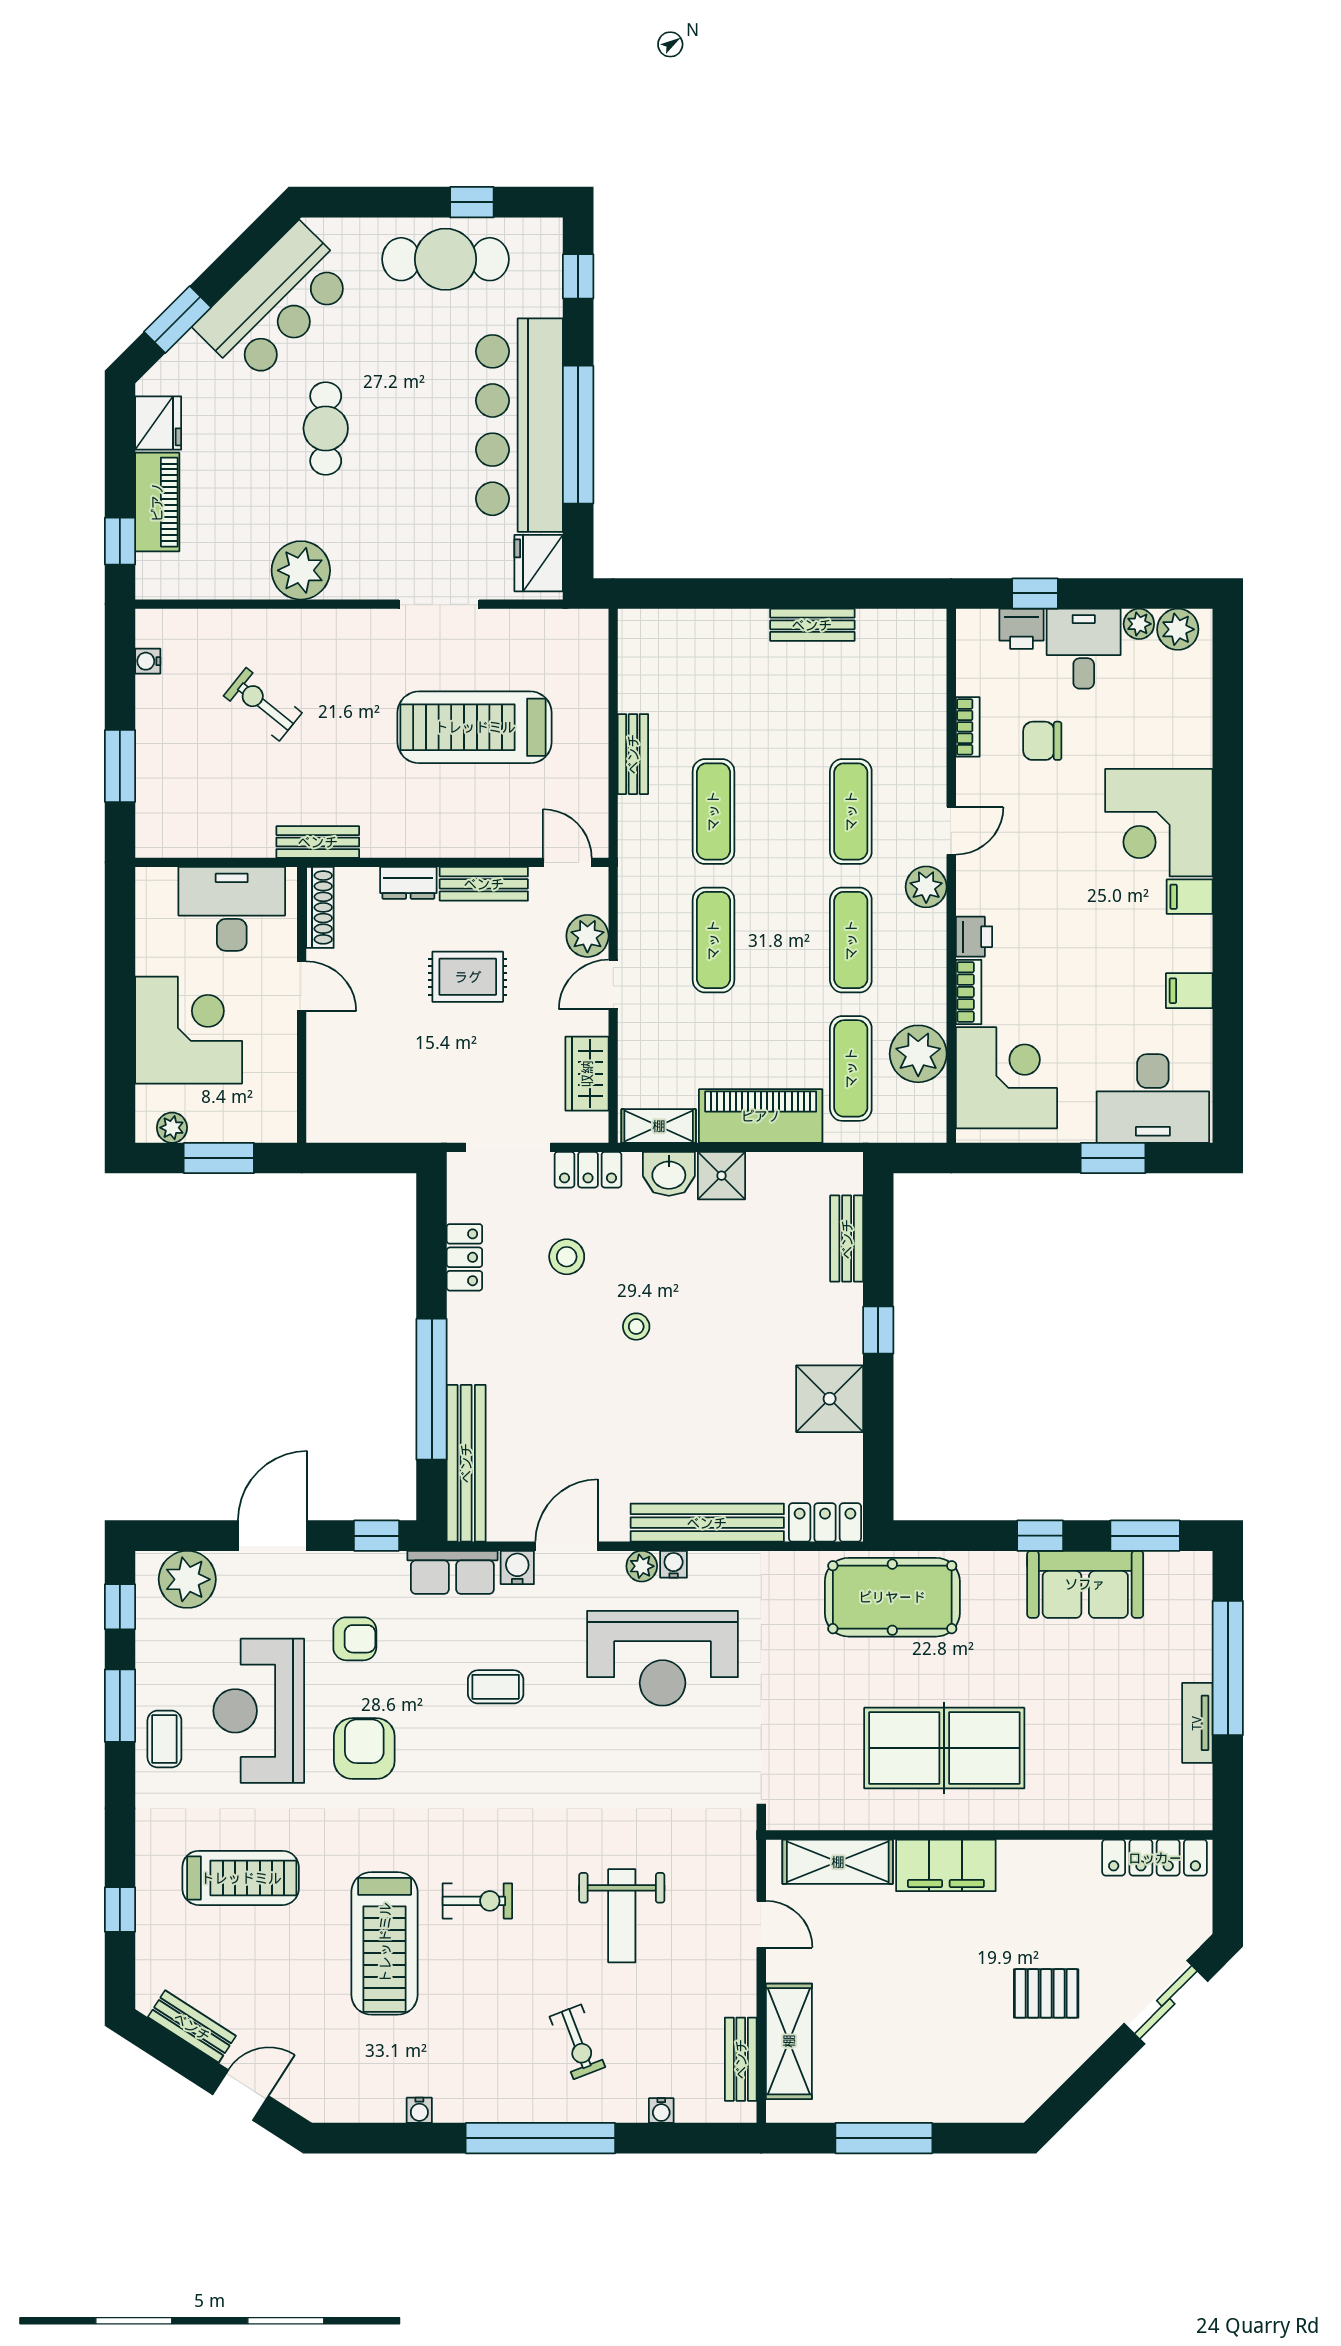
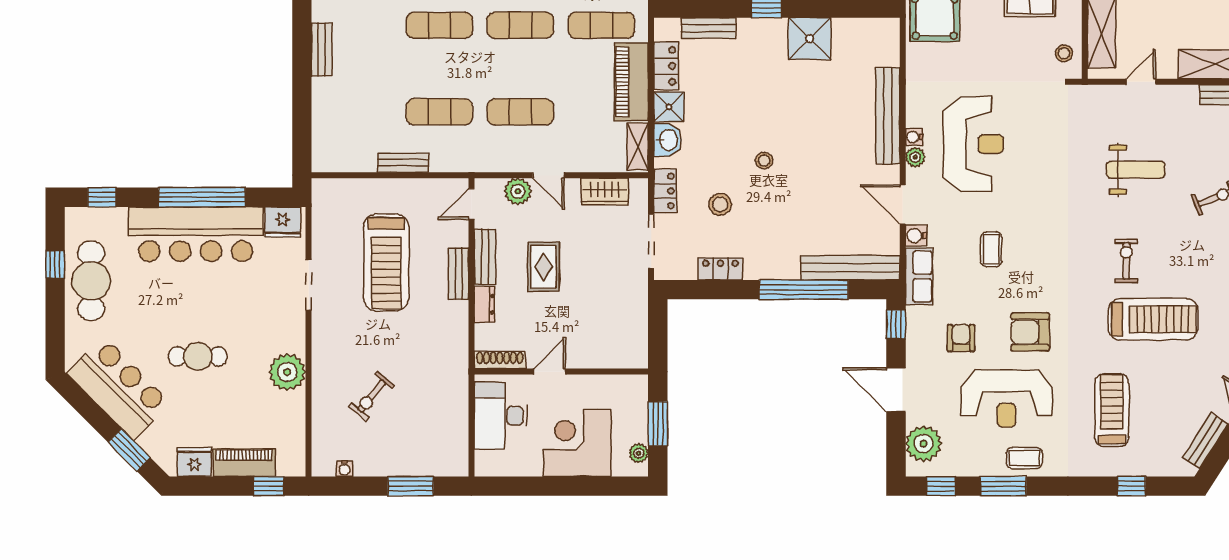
bench: (318, 842) -> (459, 274), moved
locker: (825, 1522) -> (666, 66), moved, turned 180
stool: (806, 1802) -> (1064, 53), added

